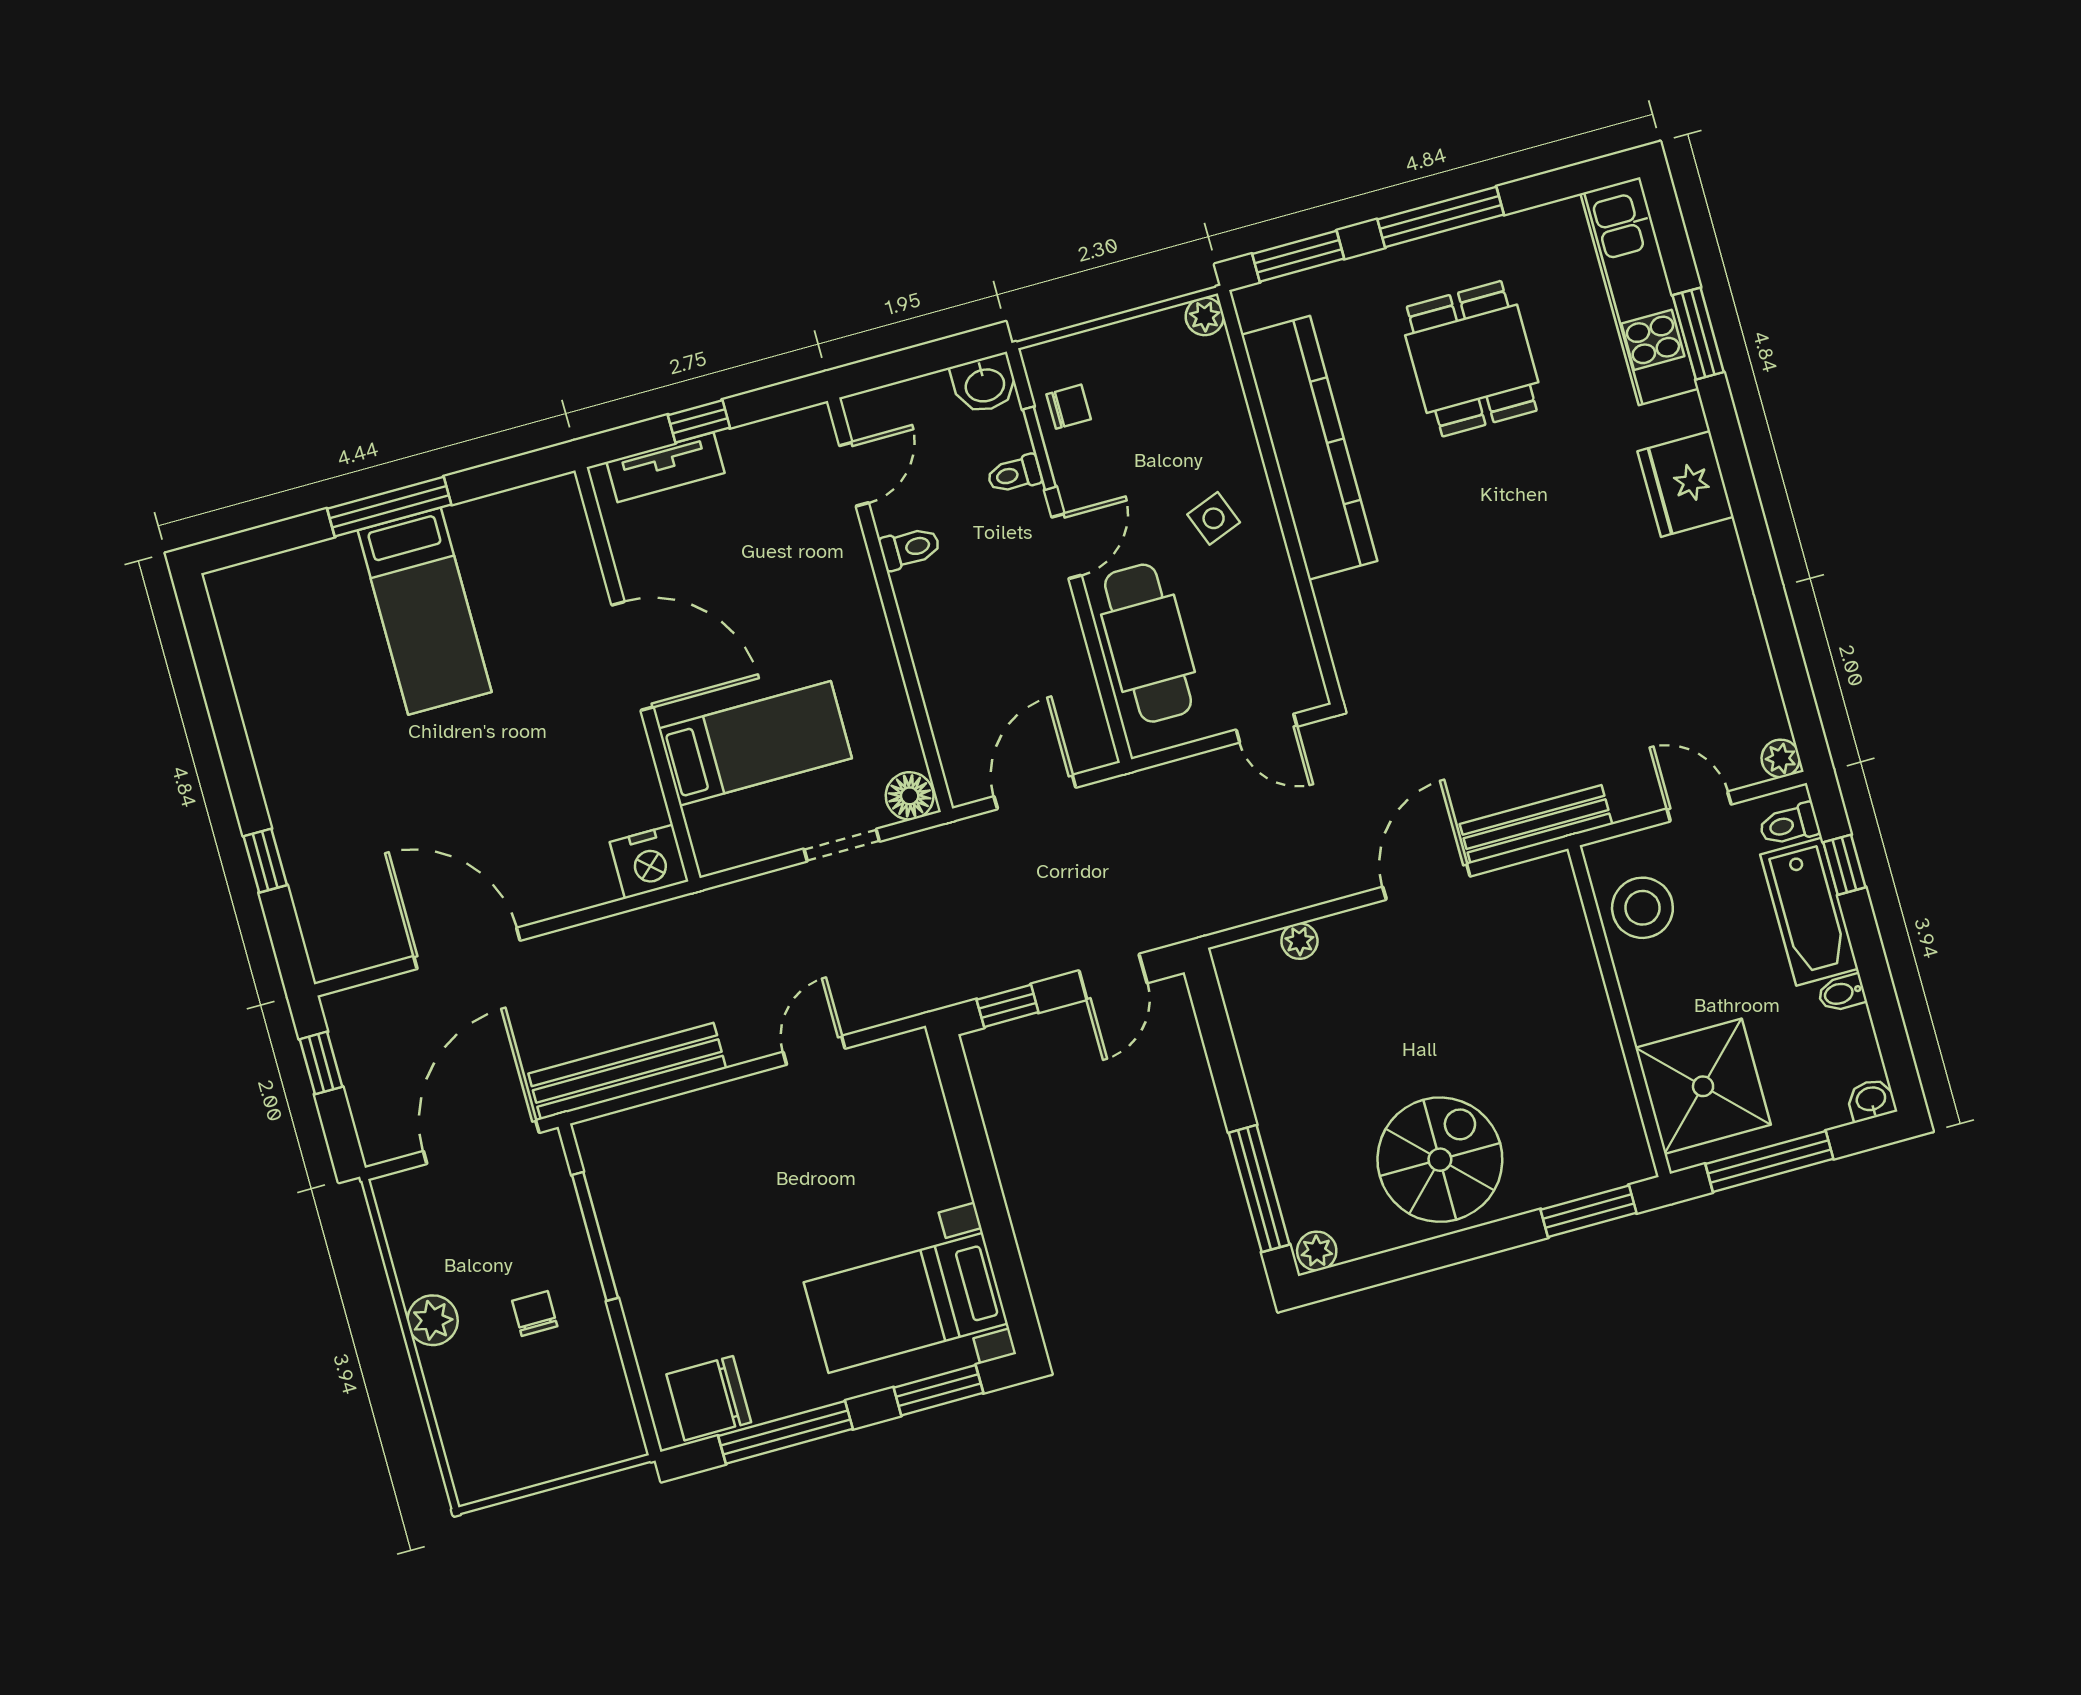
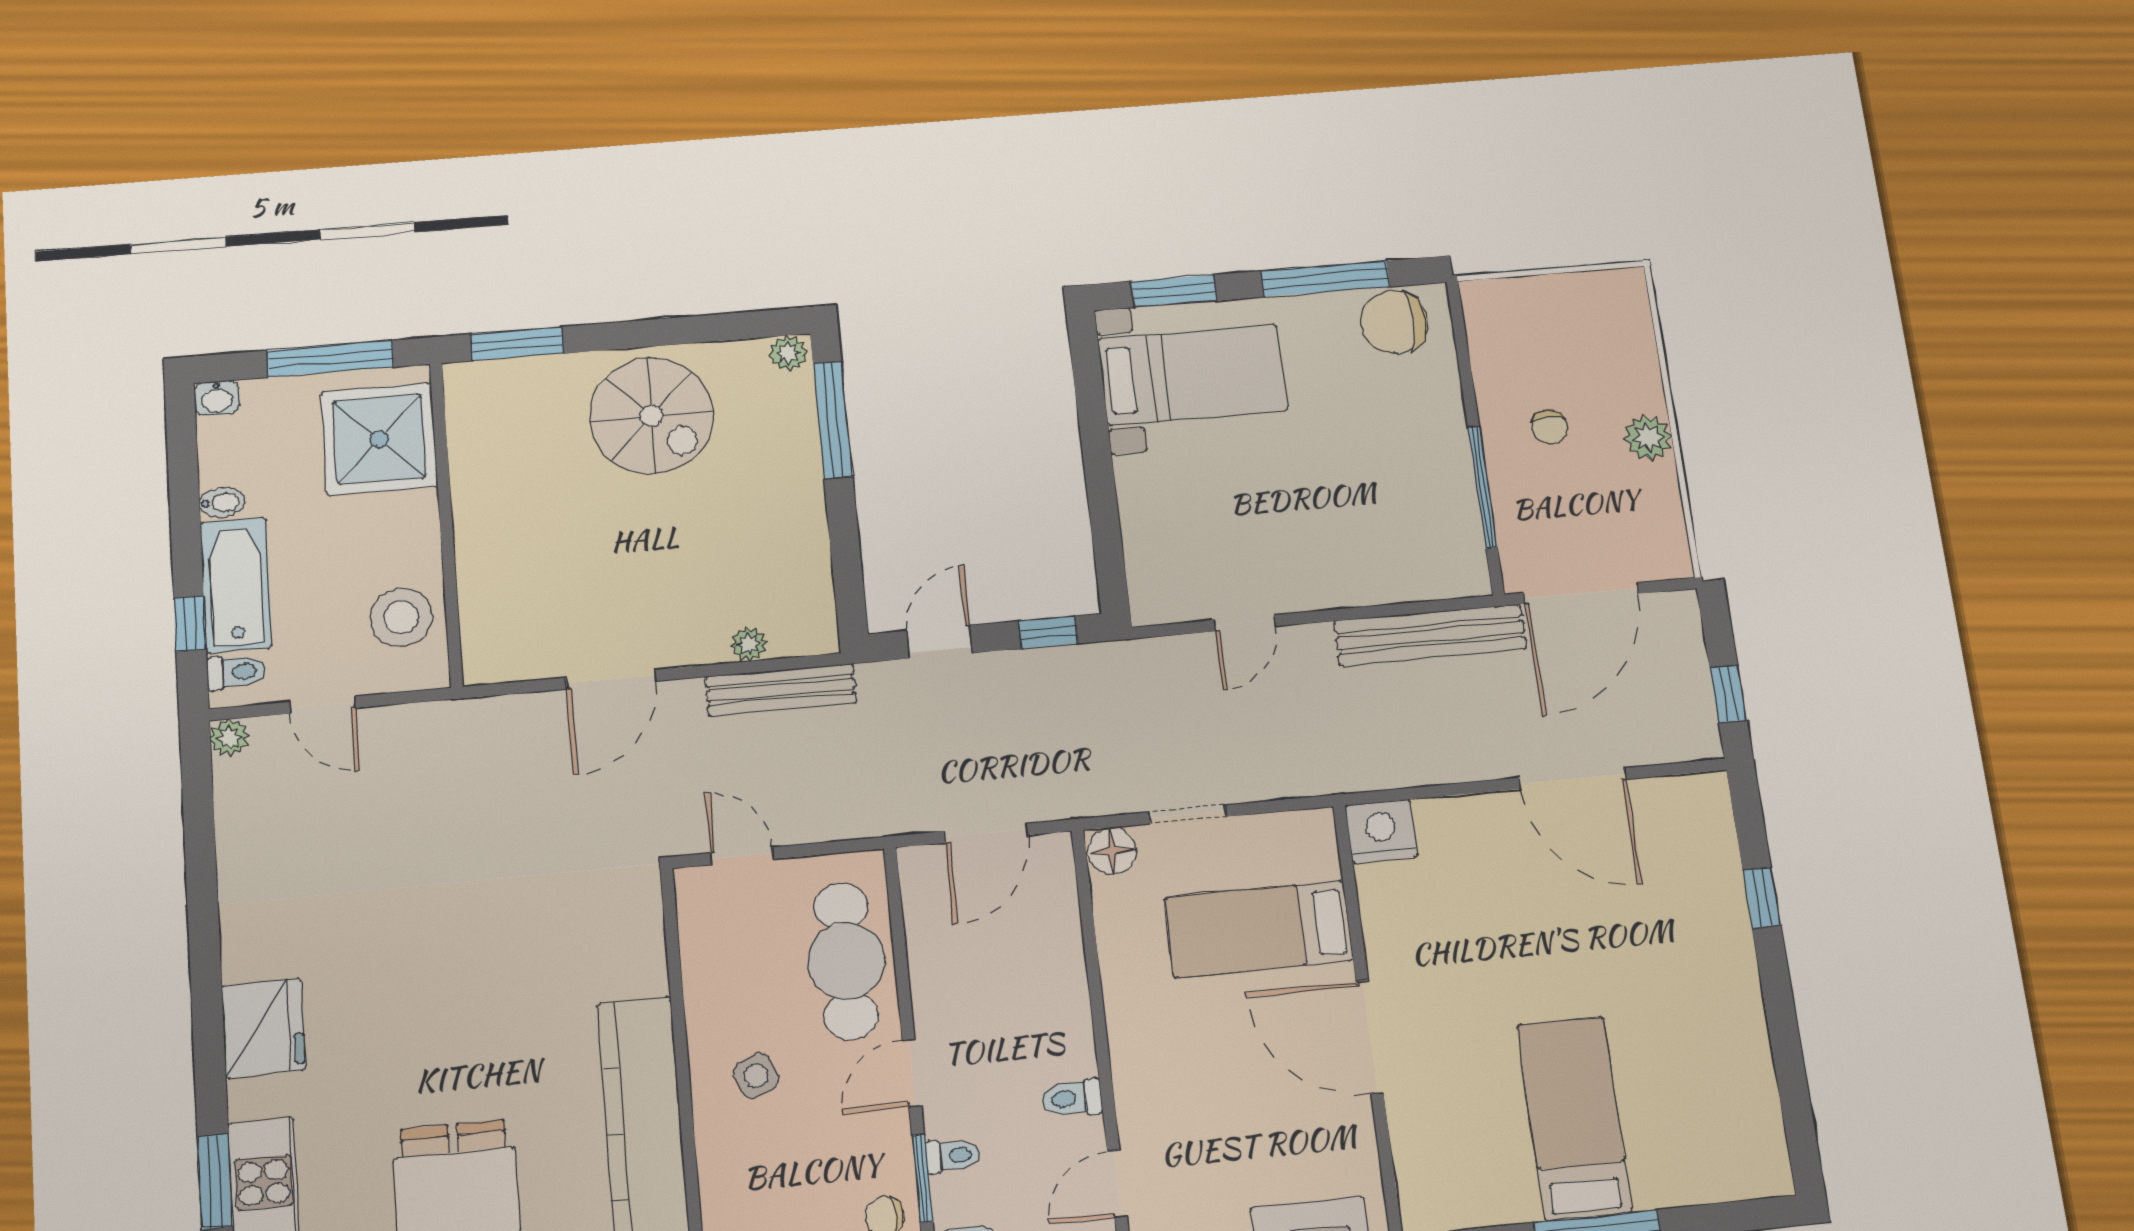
bench: (1536, 824) -> (781, 690), moved
spiral stairs: (1440, 1160) -> (652, 416), turned -90
chair: (709, 1398) -> (1394, 322), turned 180

